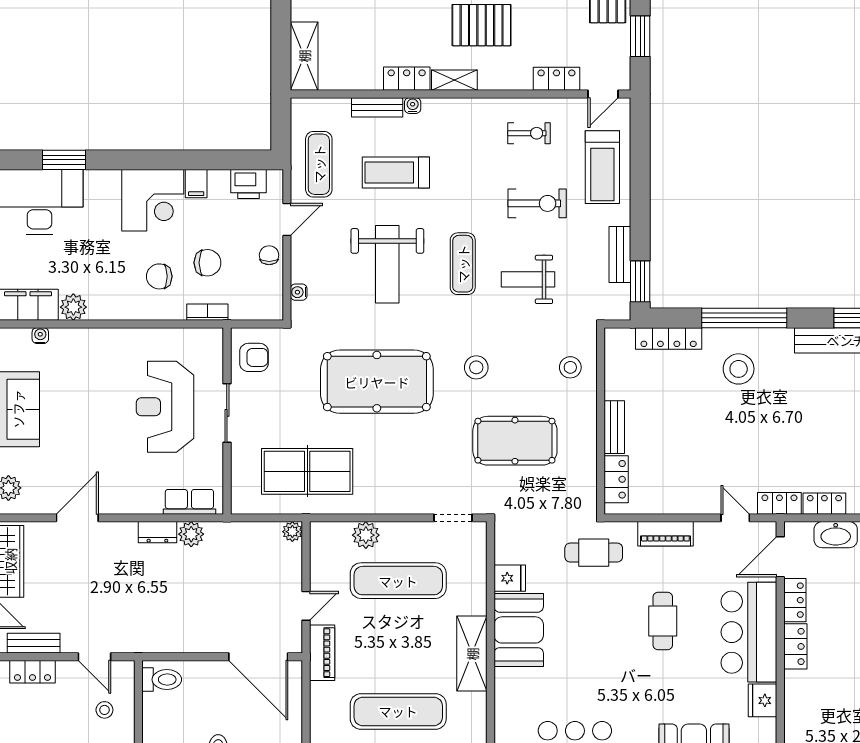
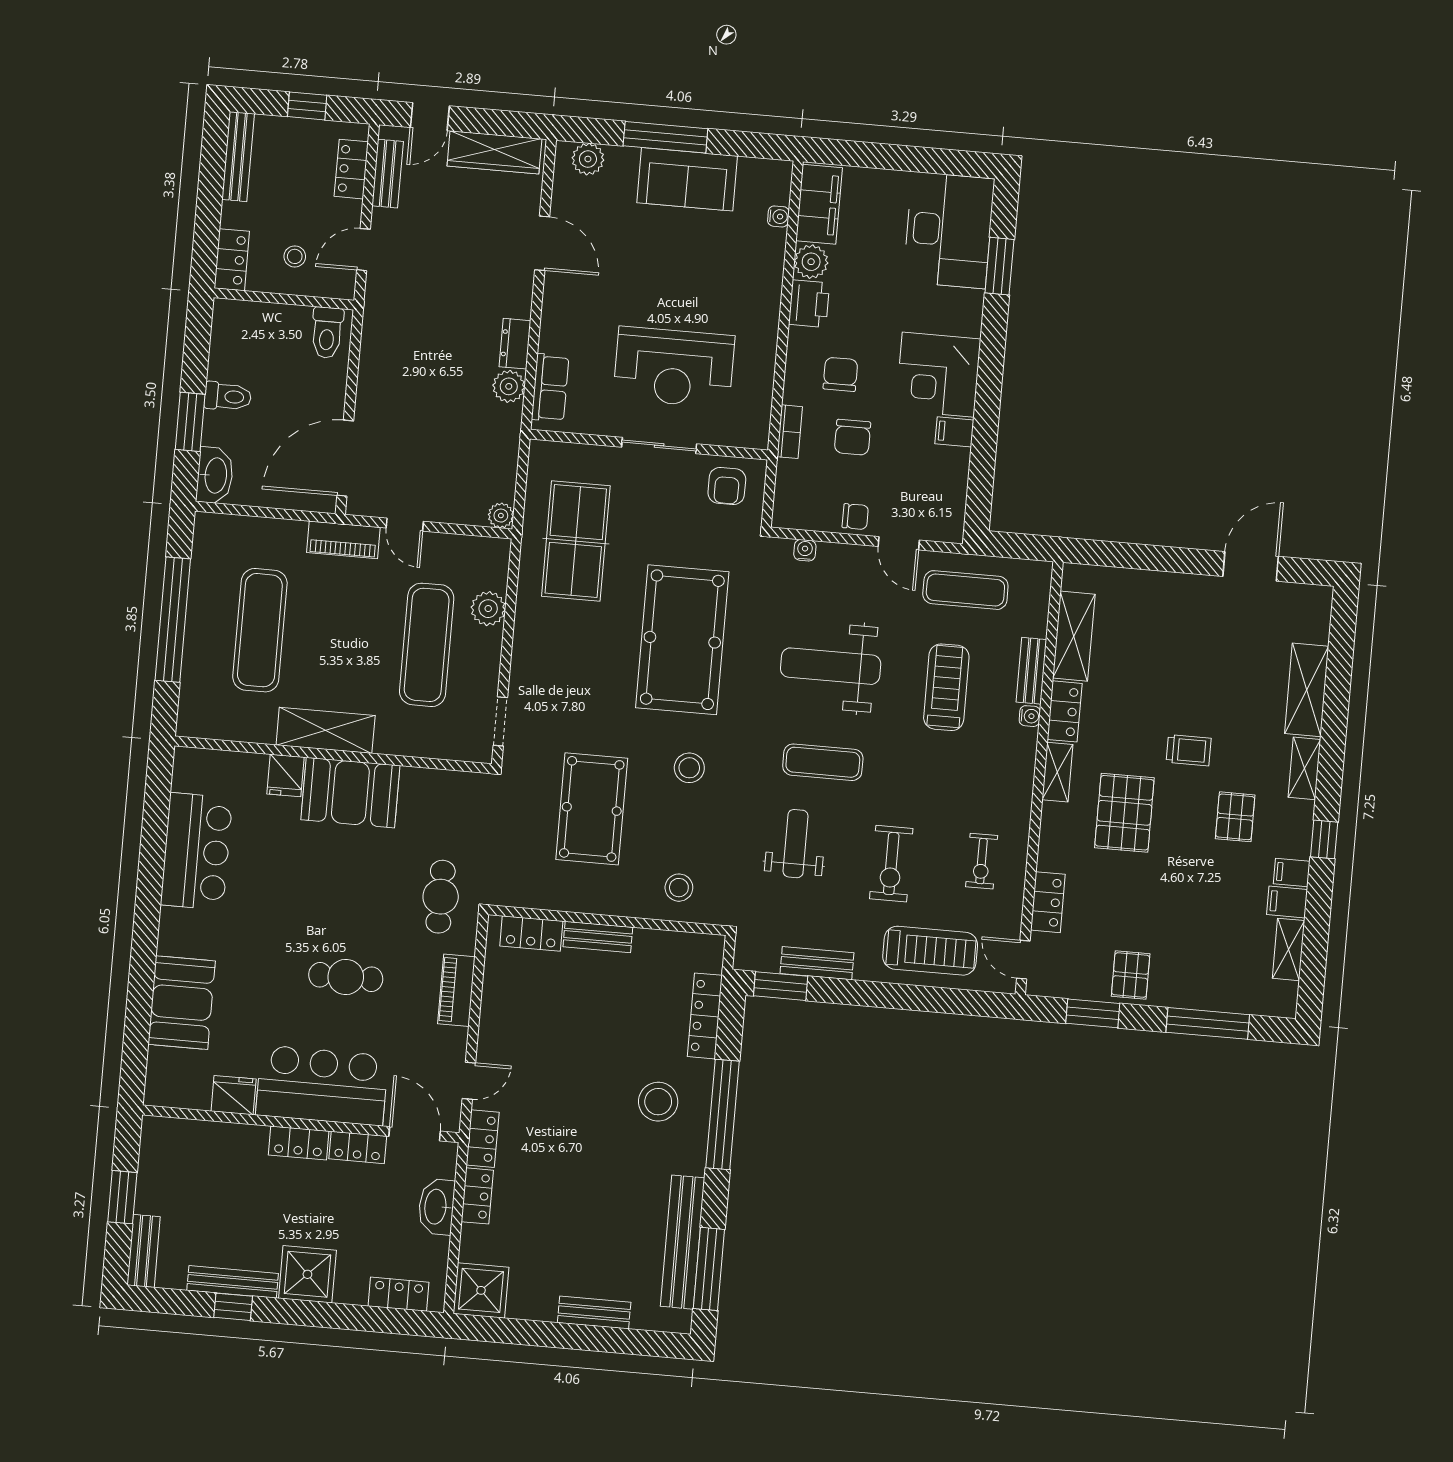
shelving: (304, 56) -> (1074, 636), moved, turned 90
treadmill: (602, 167) -> (930, 951), turned 180
printer: (249, 184) -> (809, 304), moved, turned 180
reception desk: (165, 407) -> (674, 367), turned 180
fridge: (510, 578) -> (285, 775), moved

